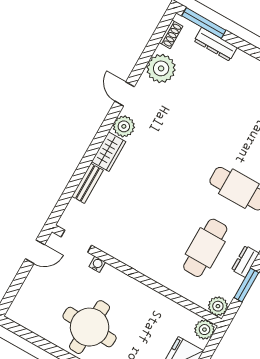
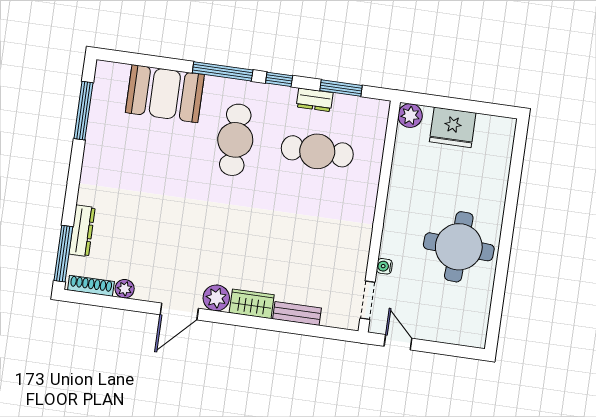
shoe rack: (171, 34) -> (91, 286), width x1.43
plant: (161, 68) -> (125, 289), width x0.53, depth x0.53
door: (125, 94) -> (179, 312), width x1.38
plant: (218, 306) -> (378, 111), removed

